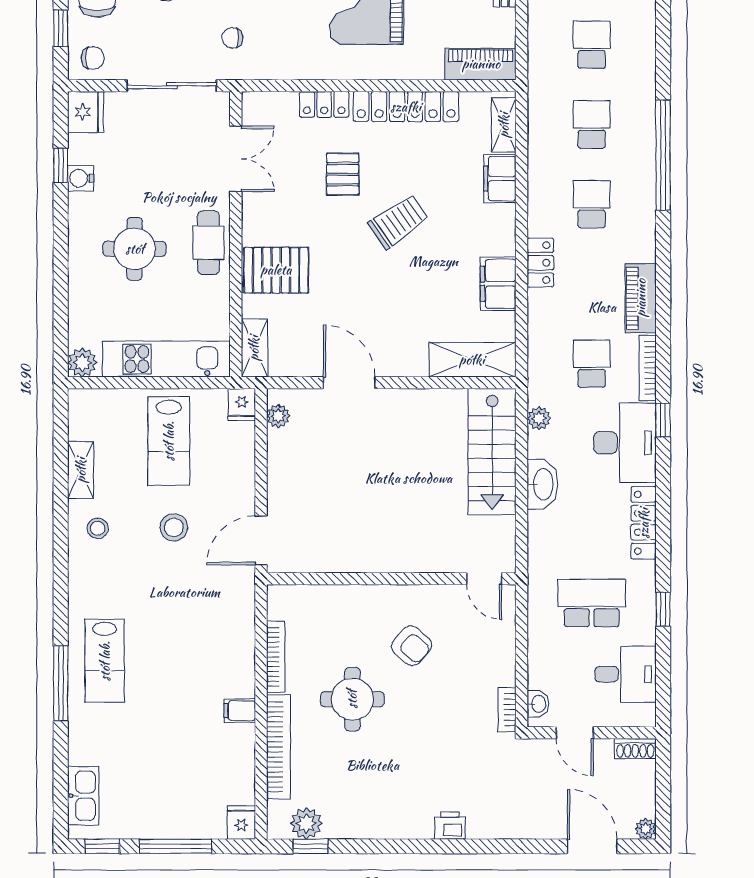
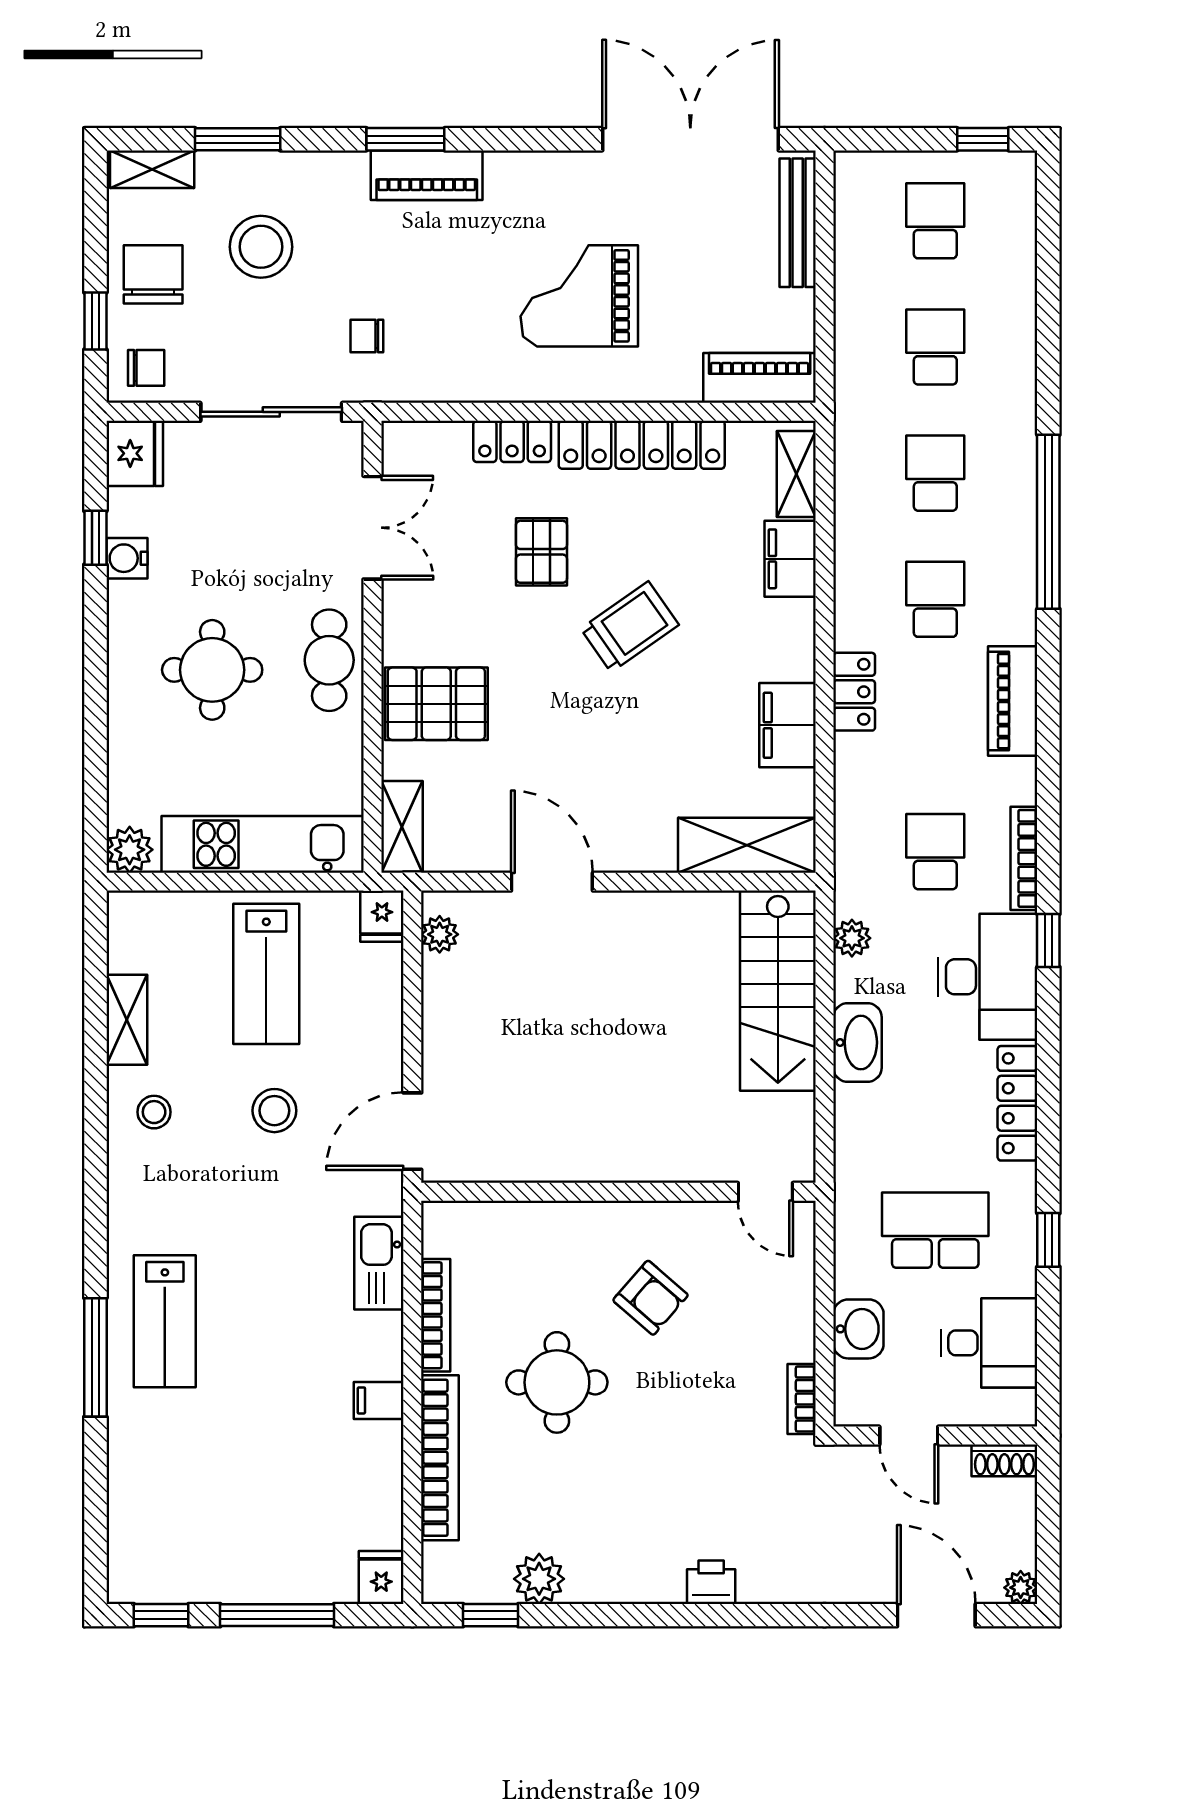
piano: (641, 298) -> (1013, 701), moved
washbasin: (538, 704) -> (858, 1329), moved, width x1.38, depth x1.45
kitchen sink: (83, 796) -> (379, 1263), moved, turned 180
plant: (306, 823) -> (539, 1579), moved

